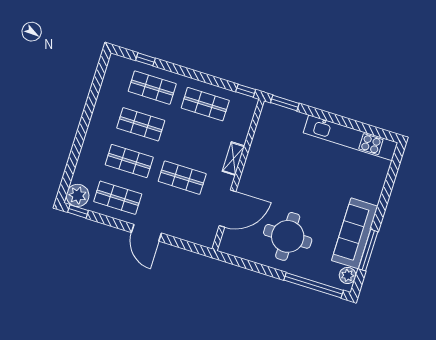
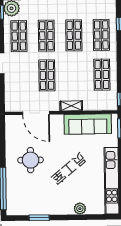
sofa: (355, 233) -> (88, 124), moved, turned 180
round table: (288, 236) -> (31, 160), width x0.73, depth x0.73
window: (368, 250) -> (39, 218), width x0.69
plant: (348, 275) -> (80, 209), moved

